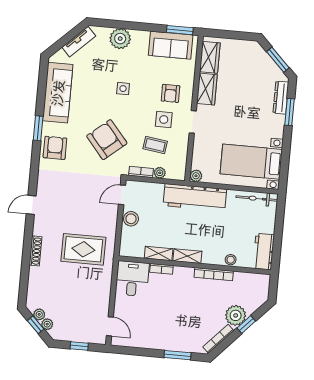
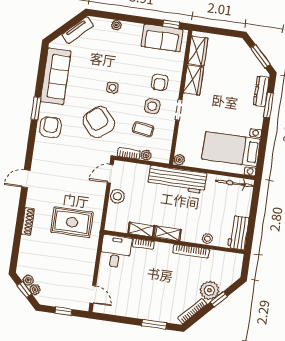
window: (180, 30) -> (171, 24), width x0.67
plant: (120, 39) -> (116, 25), width x0.53, depth x0.53
side table: (123, 89) -> (112, 88), moved

